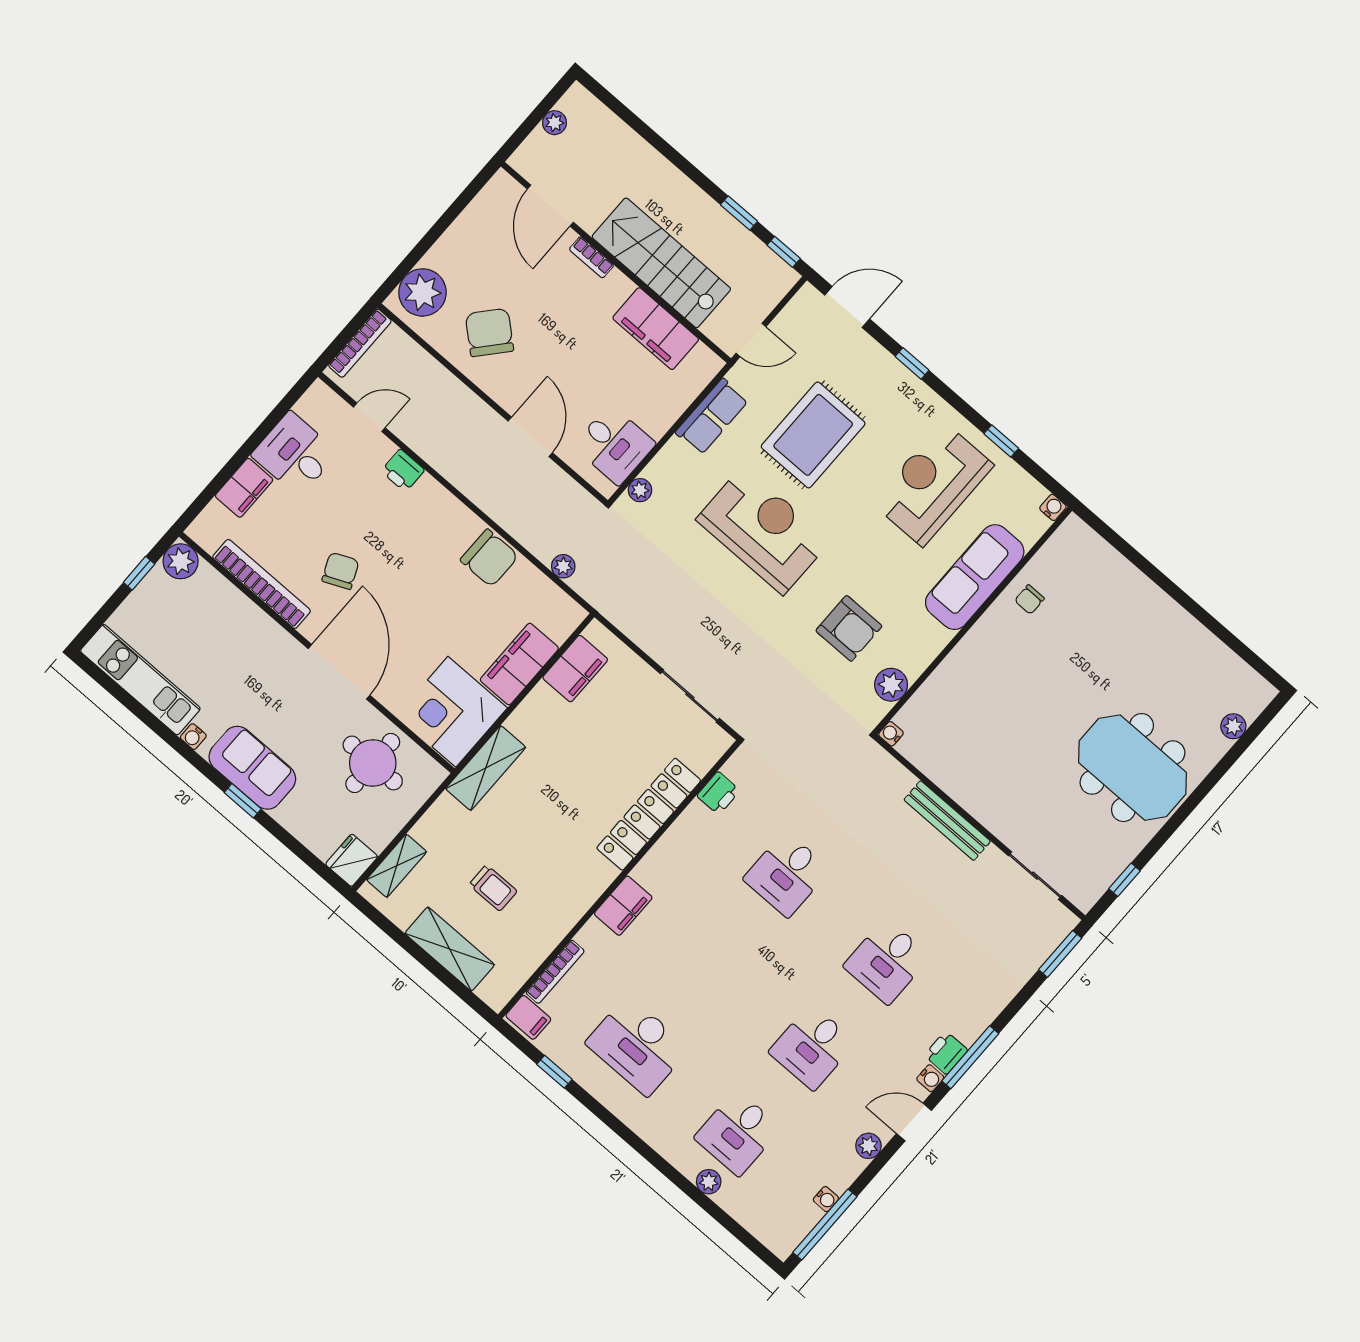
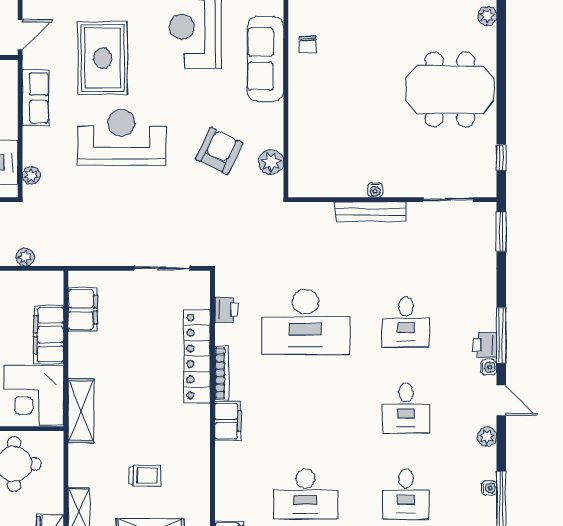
armchair: (849, 628) -> (219, 151), turned -64
water cooler: (891, 734) -> (375, 190), moved, turned -90
desk: (787, 874) -> (305, 322), width x1.87, depth x1.30
bookcase: (555, 972) -> (222, 373), moved
door: (914, 1122) -> (501, 400), swing flipped

